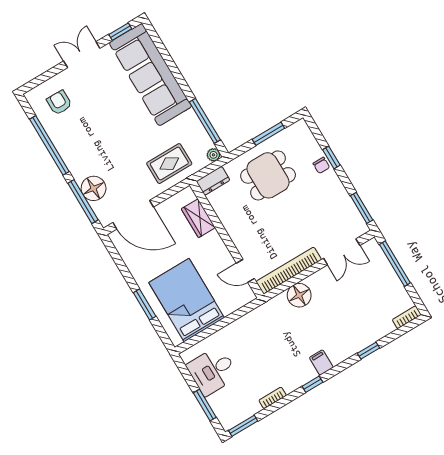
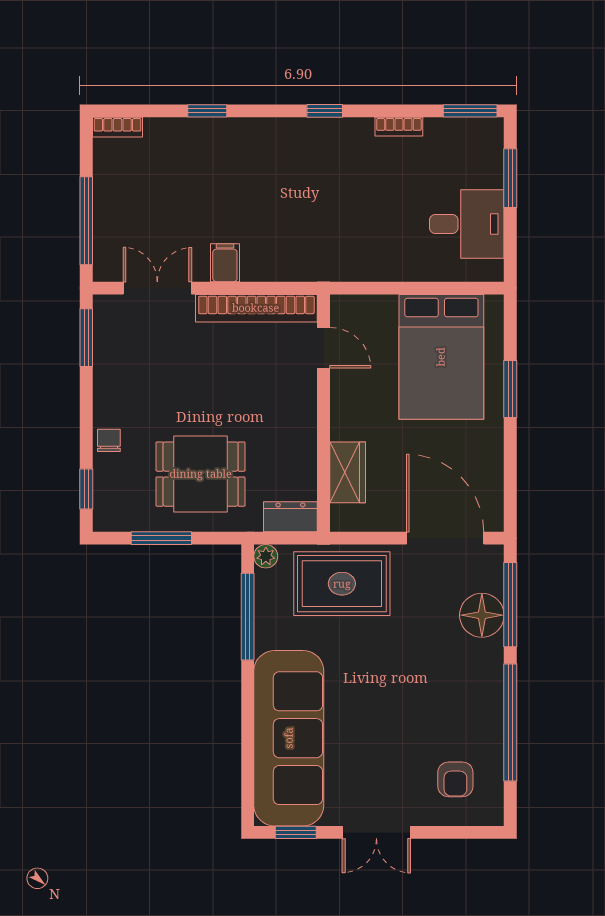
window: (331, 157) -> (86, 489), moved
rug: (169, 164) -> (342, 584), width x1.36, depth x1.43
floor lamp: (299, 295) -> (263, 260), removed
filing cabinet: (321, 362) -> (225, 263), moved, turned 180

